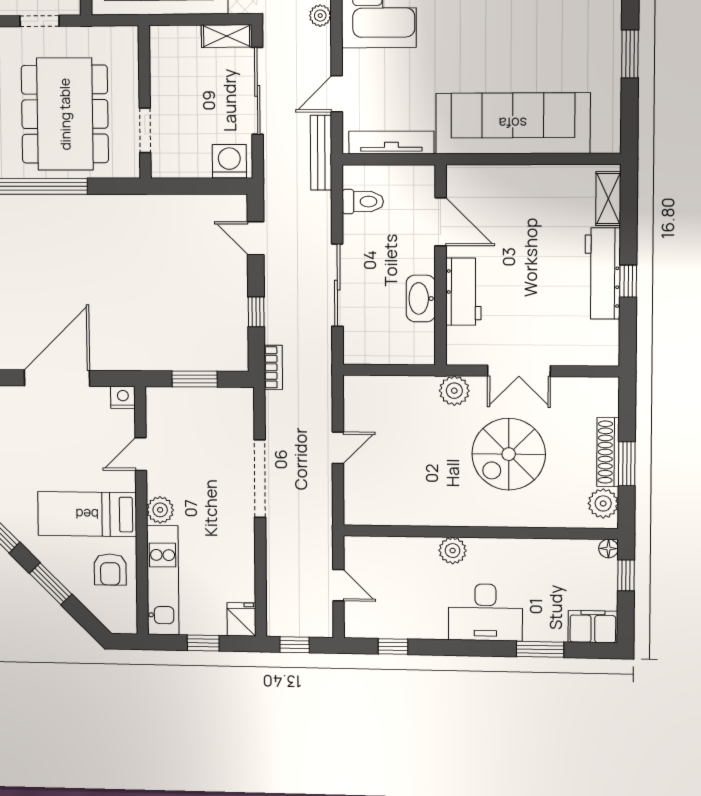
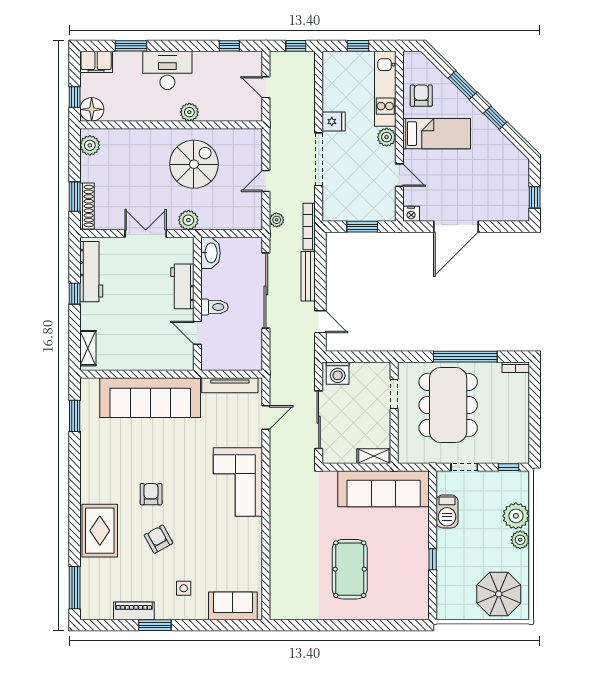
plant: (320, 16) -> (277, 220), moved
shelving: (227, 36) -> (374, 456), moved
window: (630, 54) -> (75, 416), moved
bench: (321, 153) -> (308, 276), moved
toilet: (363, 202) -> (215, 307), moved, turned 180
door: (441, 222) -> (197, 333), width x0.73
workbench: (603, 273) -> (91, 272), moved
sliding door: (337, 285) -> (266, 290), width x1.36
washbasin: (421, 298) -> (211, 253), moved
window: (256, 312) -> (320, 272), removed
bookcase: (273, 367) -> (309, 227), width x1.56
shoe rack: (608, 452) -> (87, 206), moved
door: (141, 454) -> (399, 175), hinge flipped
spiral stairs: (509, 454) -> (194, 164), moved
window: (627, 464) -> (75, 197), moved
floor lamp: (608, 549) -> (92, 109), width x1.89, depth x1.89
fridge: (241, 619) -> (334, 121), moved, turned -90

